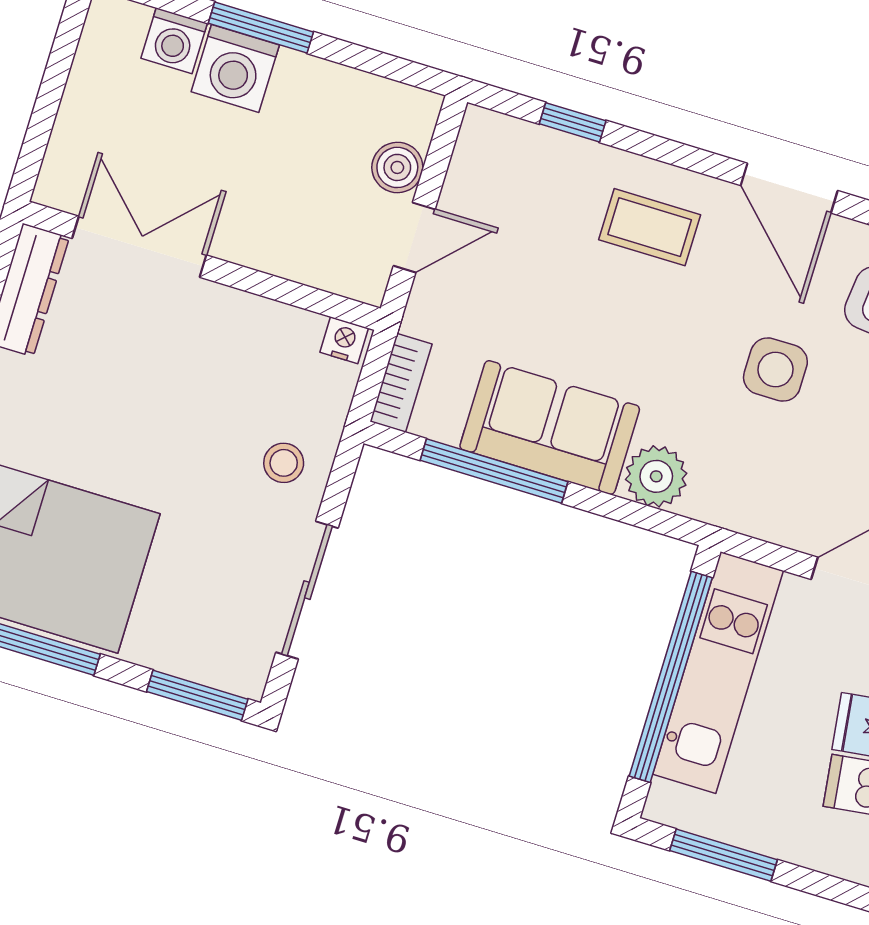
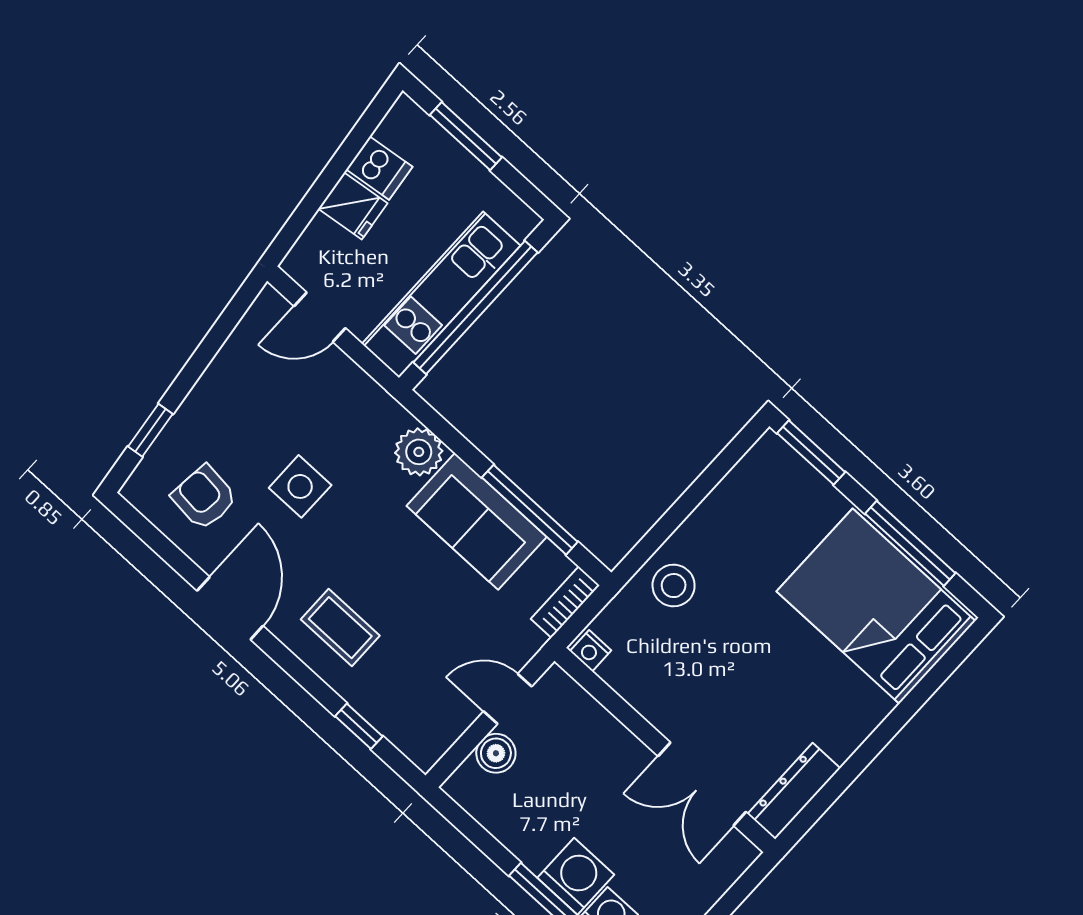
stool: (284, 463) -> (674, 586), width x1.37, depth x1.37
sliding door: (307, 590) -> (700, 489), removed
window: (723, 855) -> (466, 136), moved

